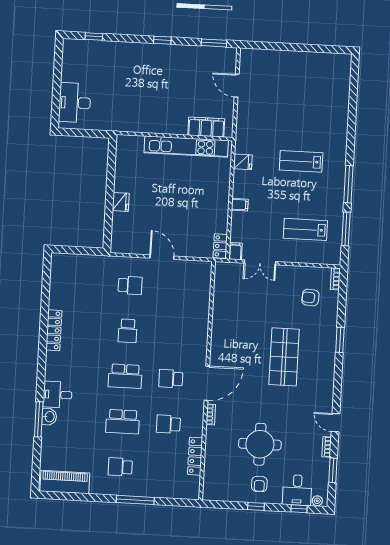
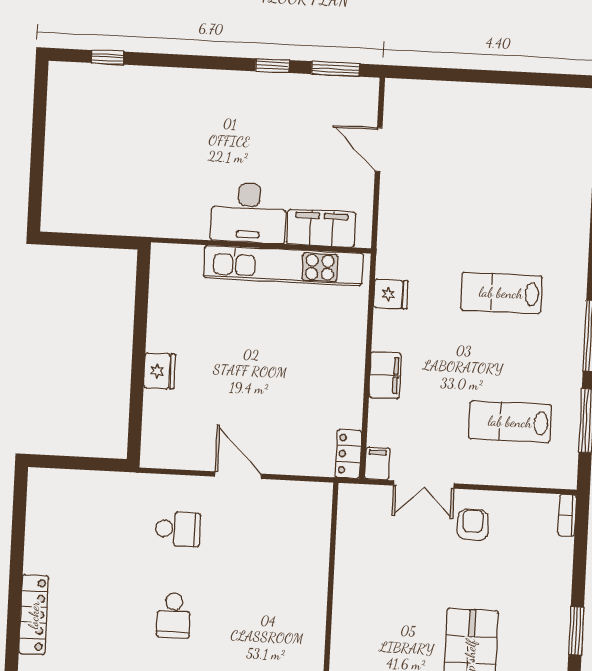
window: (162, 40) -> (272, 66), moved
desk: (75, 103) -> (249, 213), moved, turned -90
filing cabinet: (240, 205) -> (385, 375), width x2.00
armchair: (310, 298) -> (473, 525), moved, turned 86

